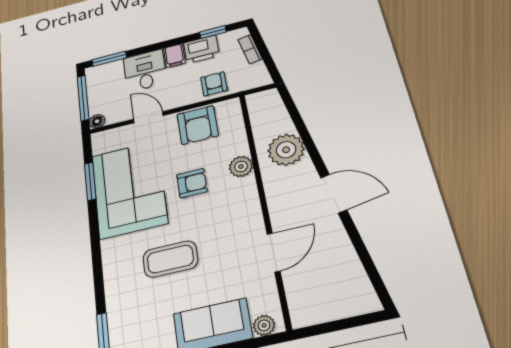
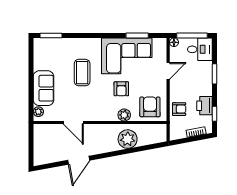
filing cabinet: (174, 56) -> (205, 90), removed
window: (109, 59) -> (215, 74), moved
desk: (145, 71) -> (200, 49), moved
armchair: (198, 125) -> (150, 107), moved, turned 90
door: (334, 194) -> (79, 160), moved

